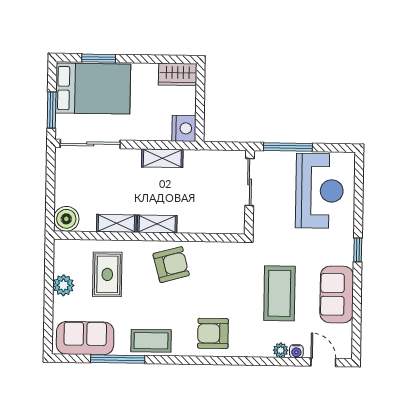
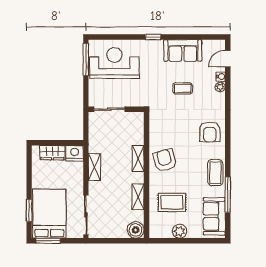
wardrobe: (178, 74) -> (52, 153), moved, turned 90
window: (52, 110) -> (48, 241), moved
window: (288, 147) -> (86, 59), moved
shelving: (157, 224) -> (138, 158), moved
coffee table: (279, 293) -> (183, 88), width x0.54, depth x0.58

